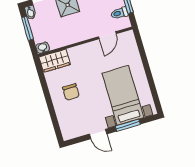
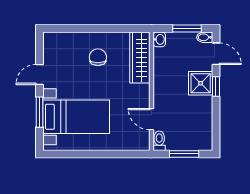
toilet: (119, 13) -> (159, 141), moved
wardrobe: (55, 61) -> (140, 58), width x1.50
chair: (71, 92) -> (98, 57), turned 90

